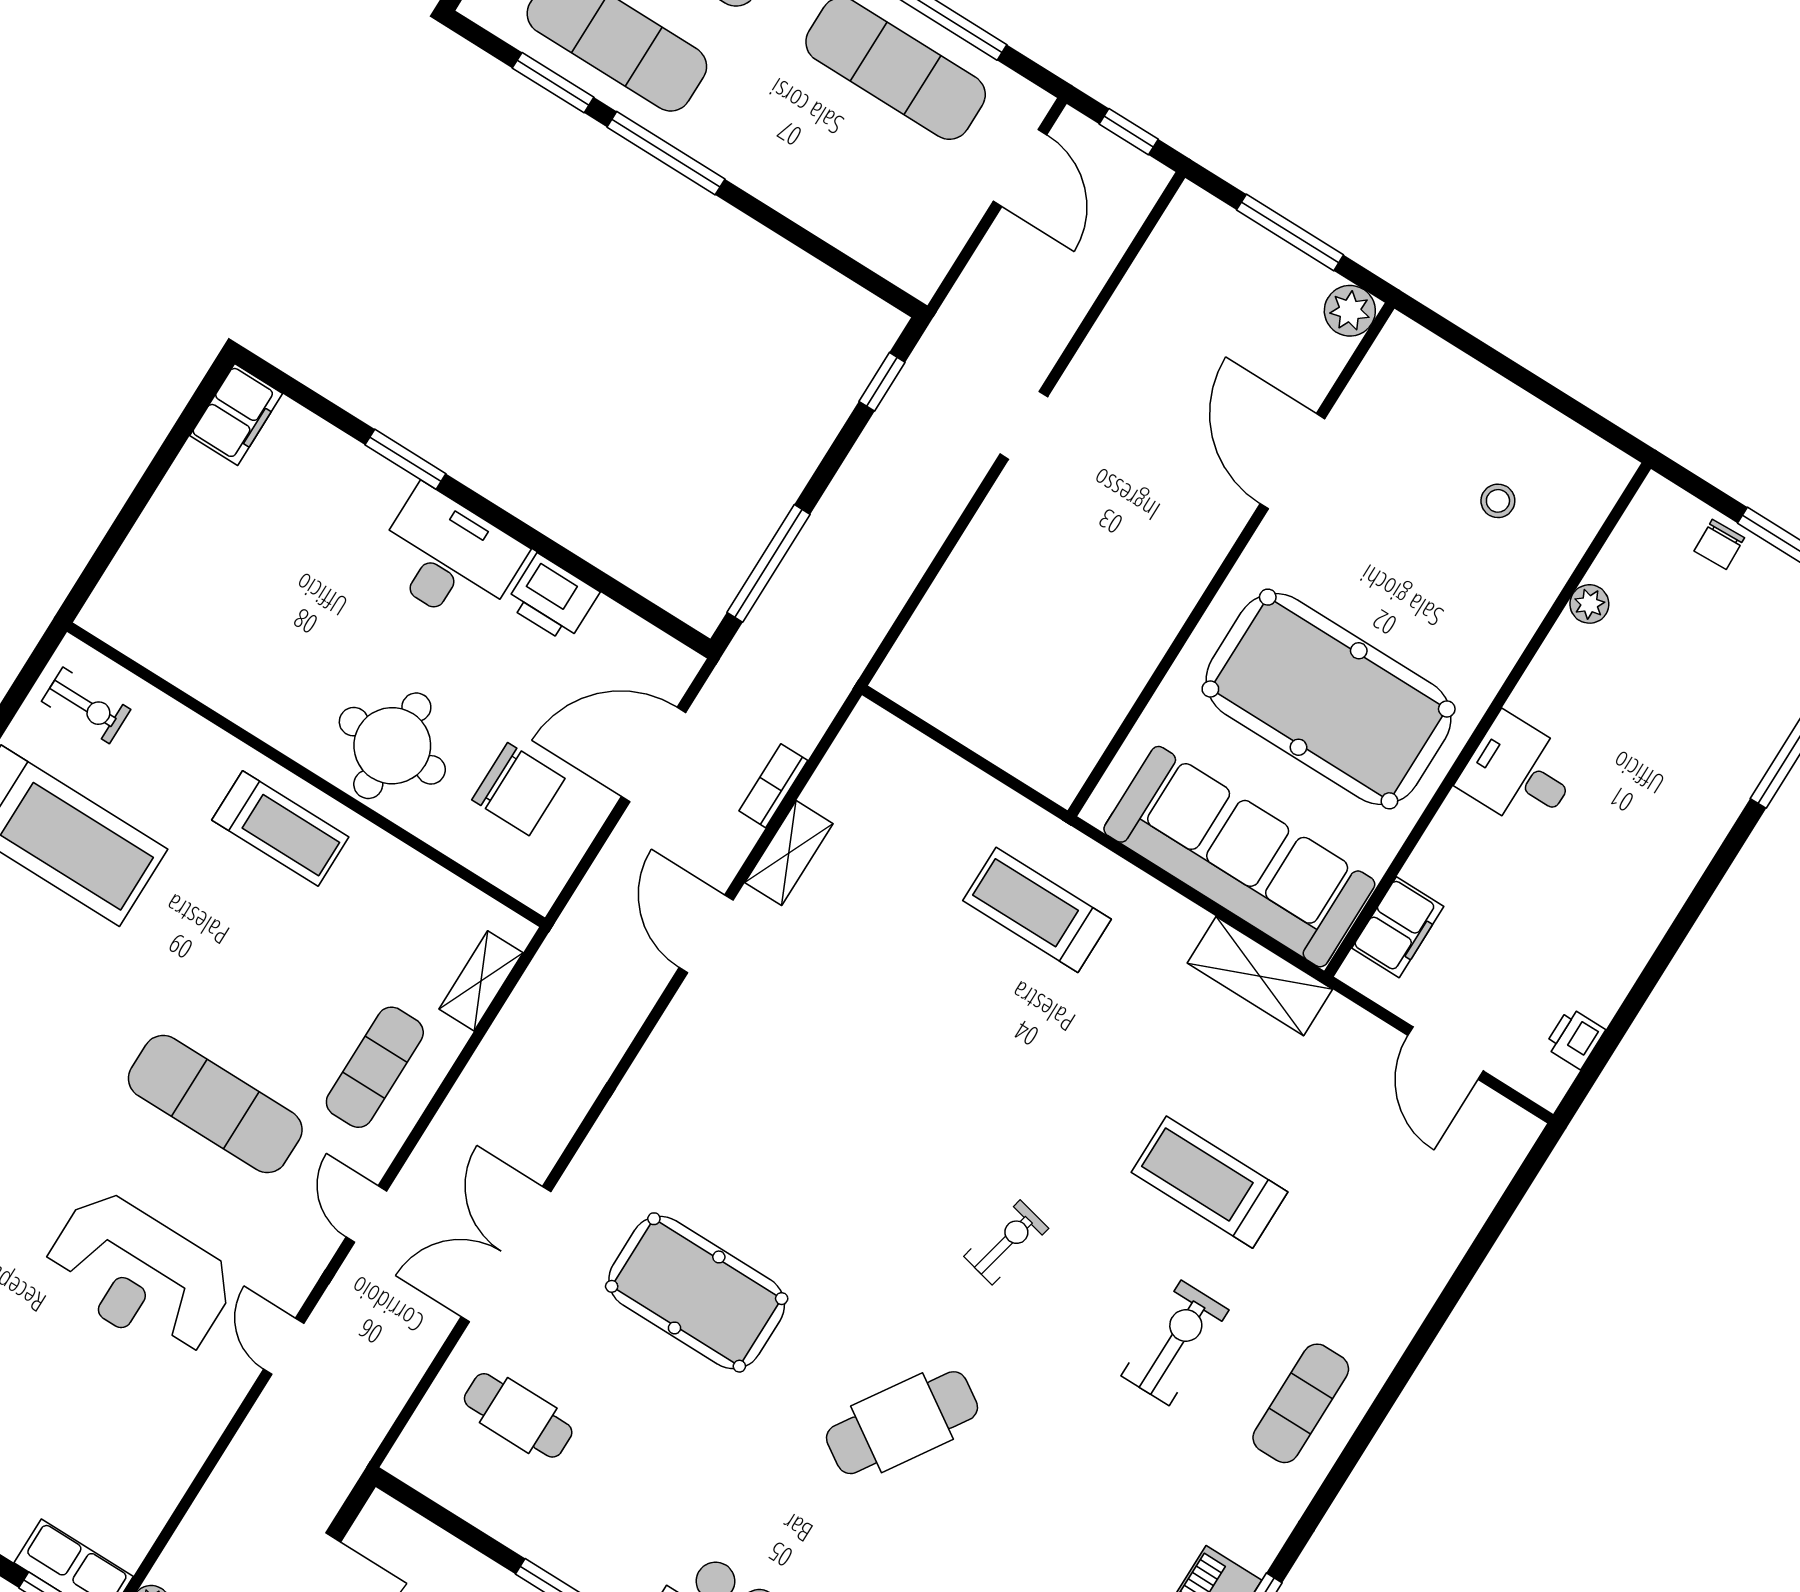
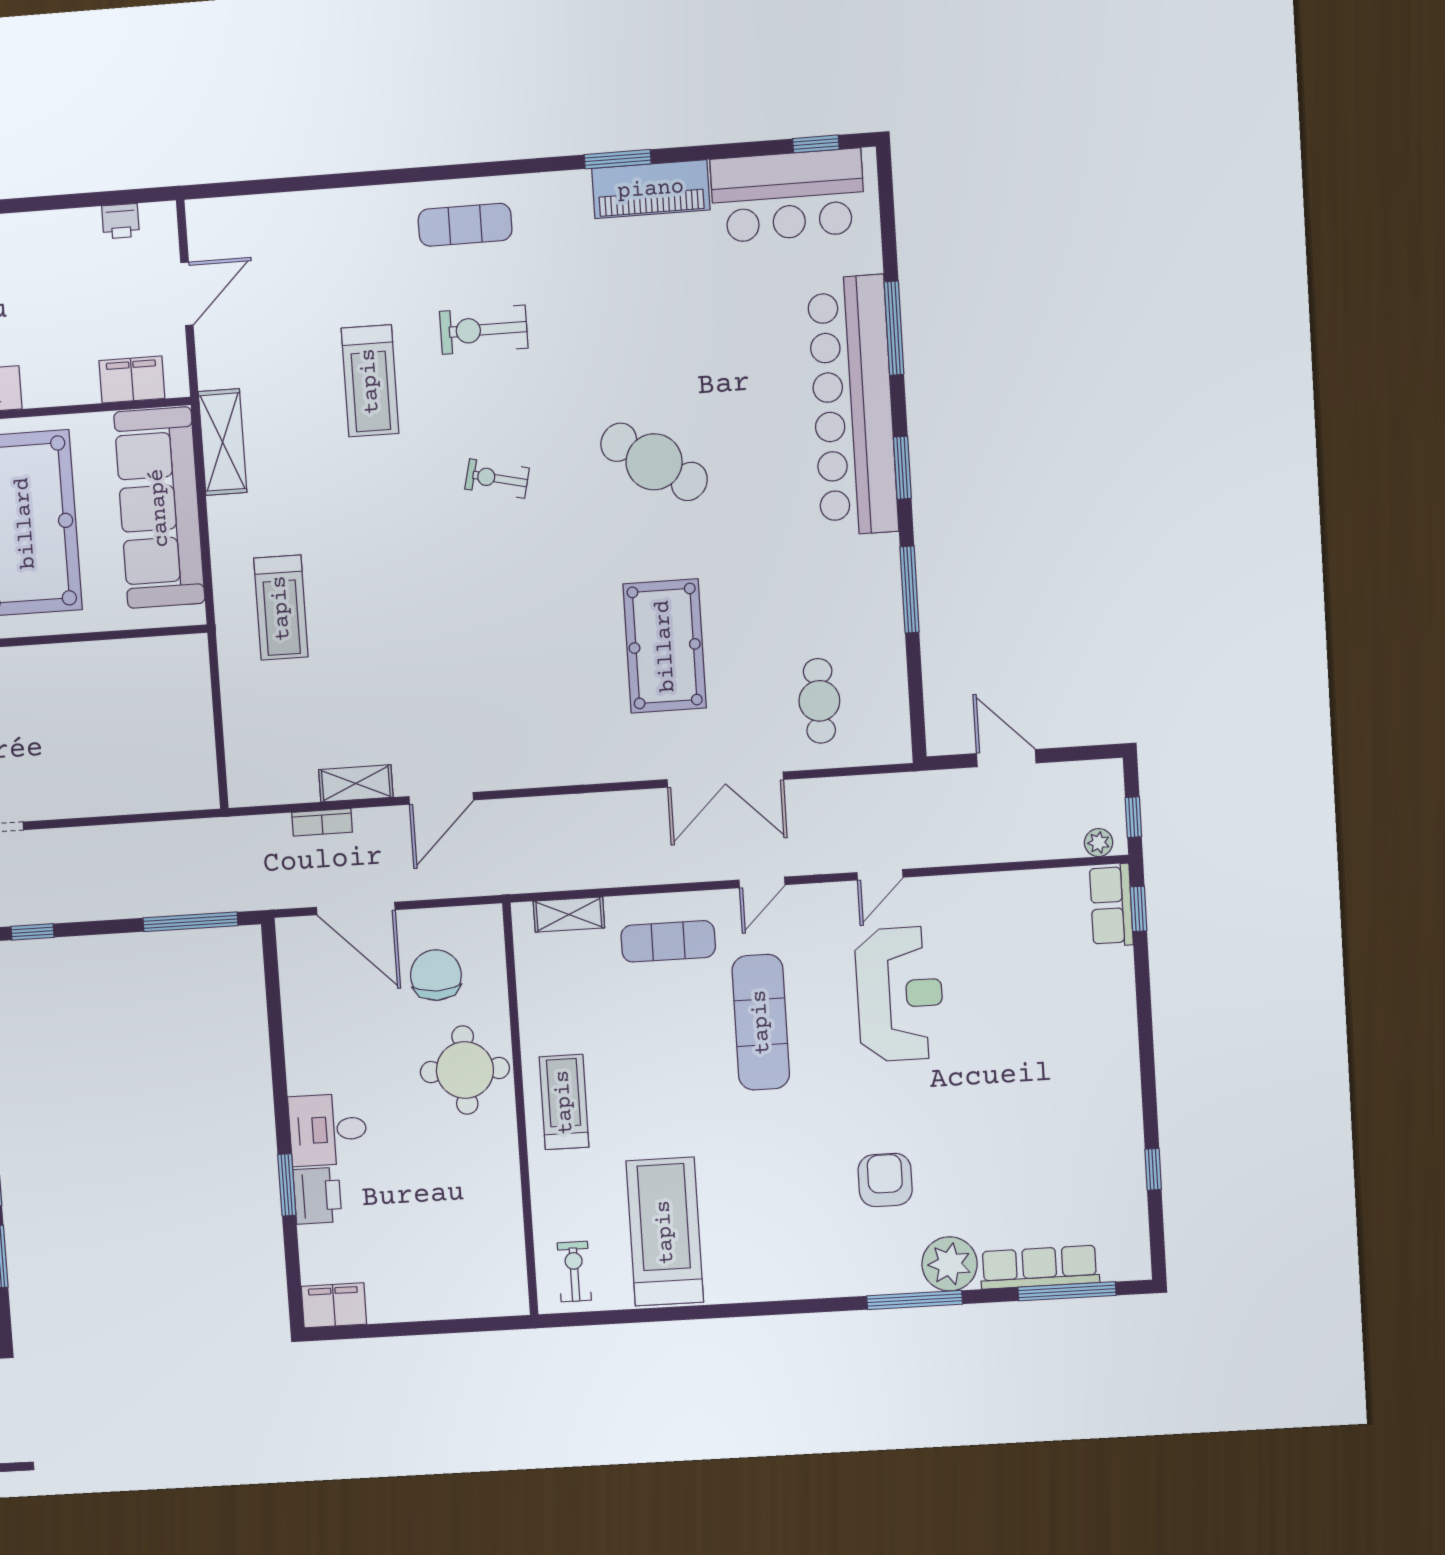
desk: (449, 558) -> (328, 1130), width x0.73
printer: (552, 598) -> (317, 1196), moved

